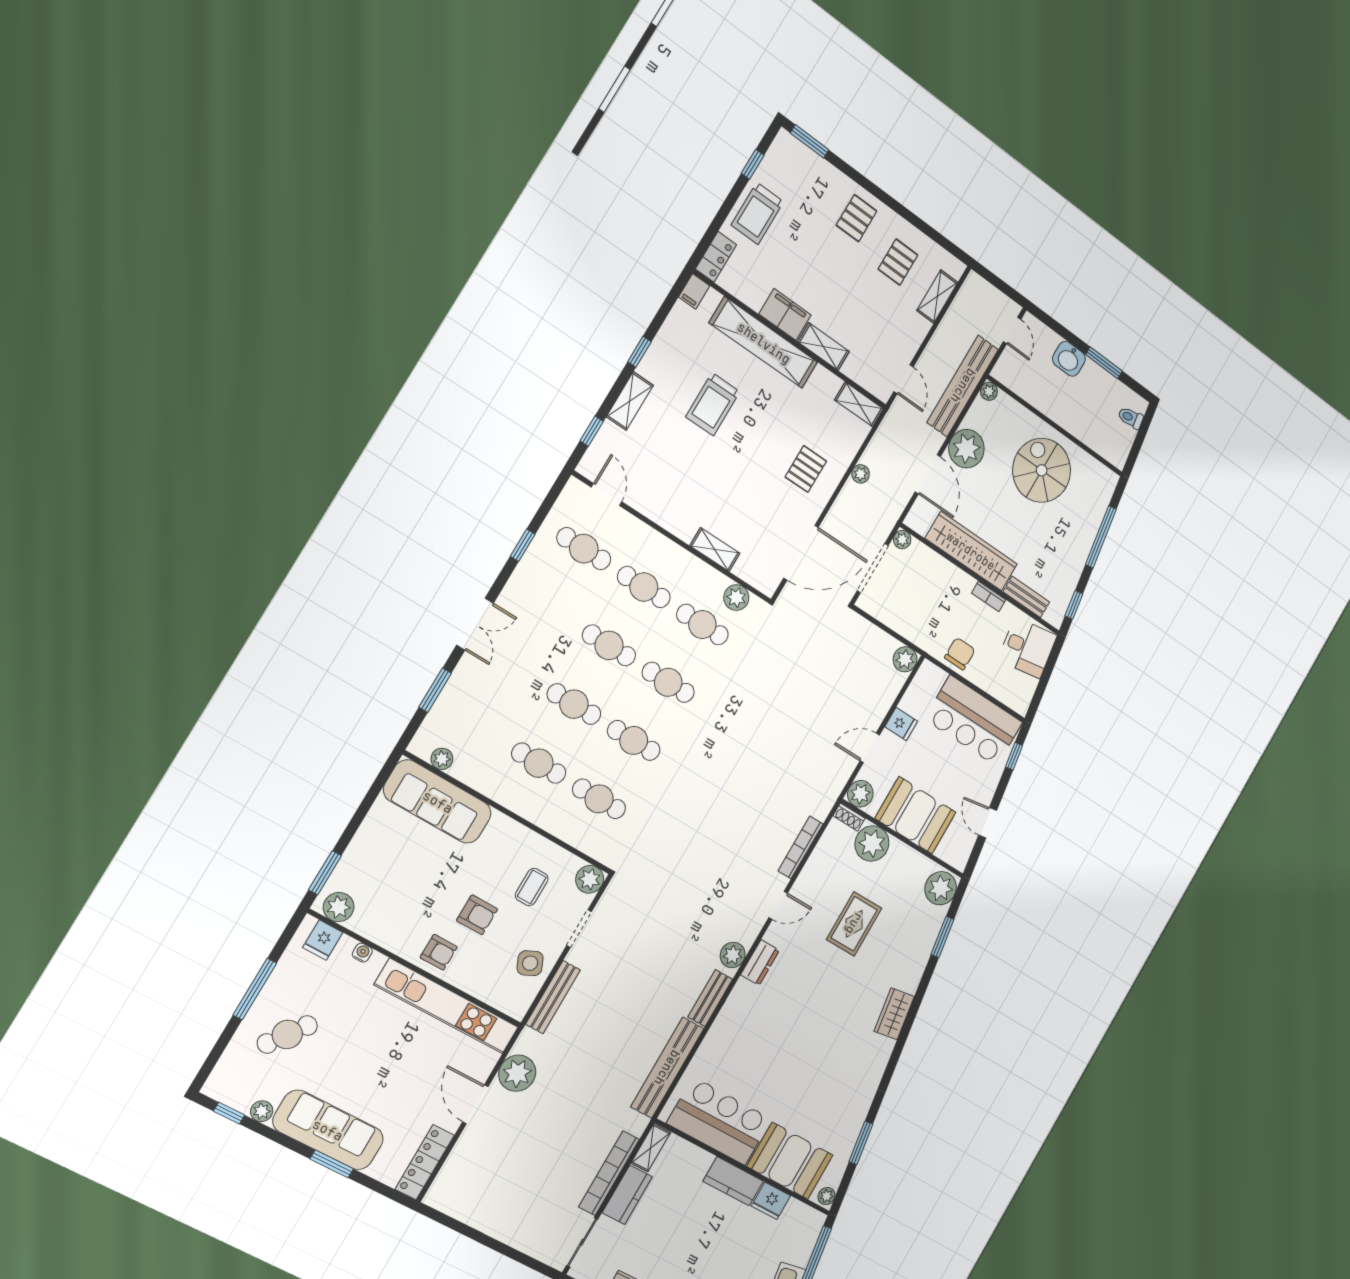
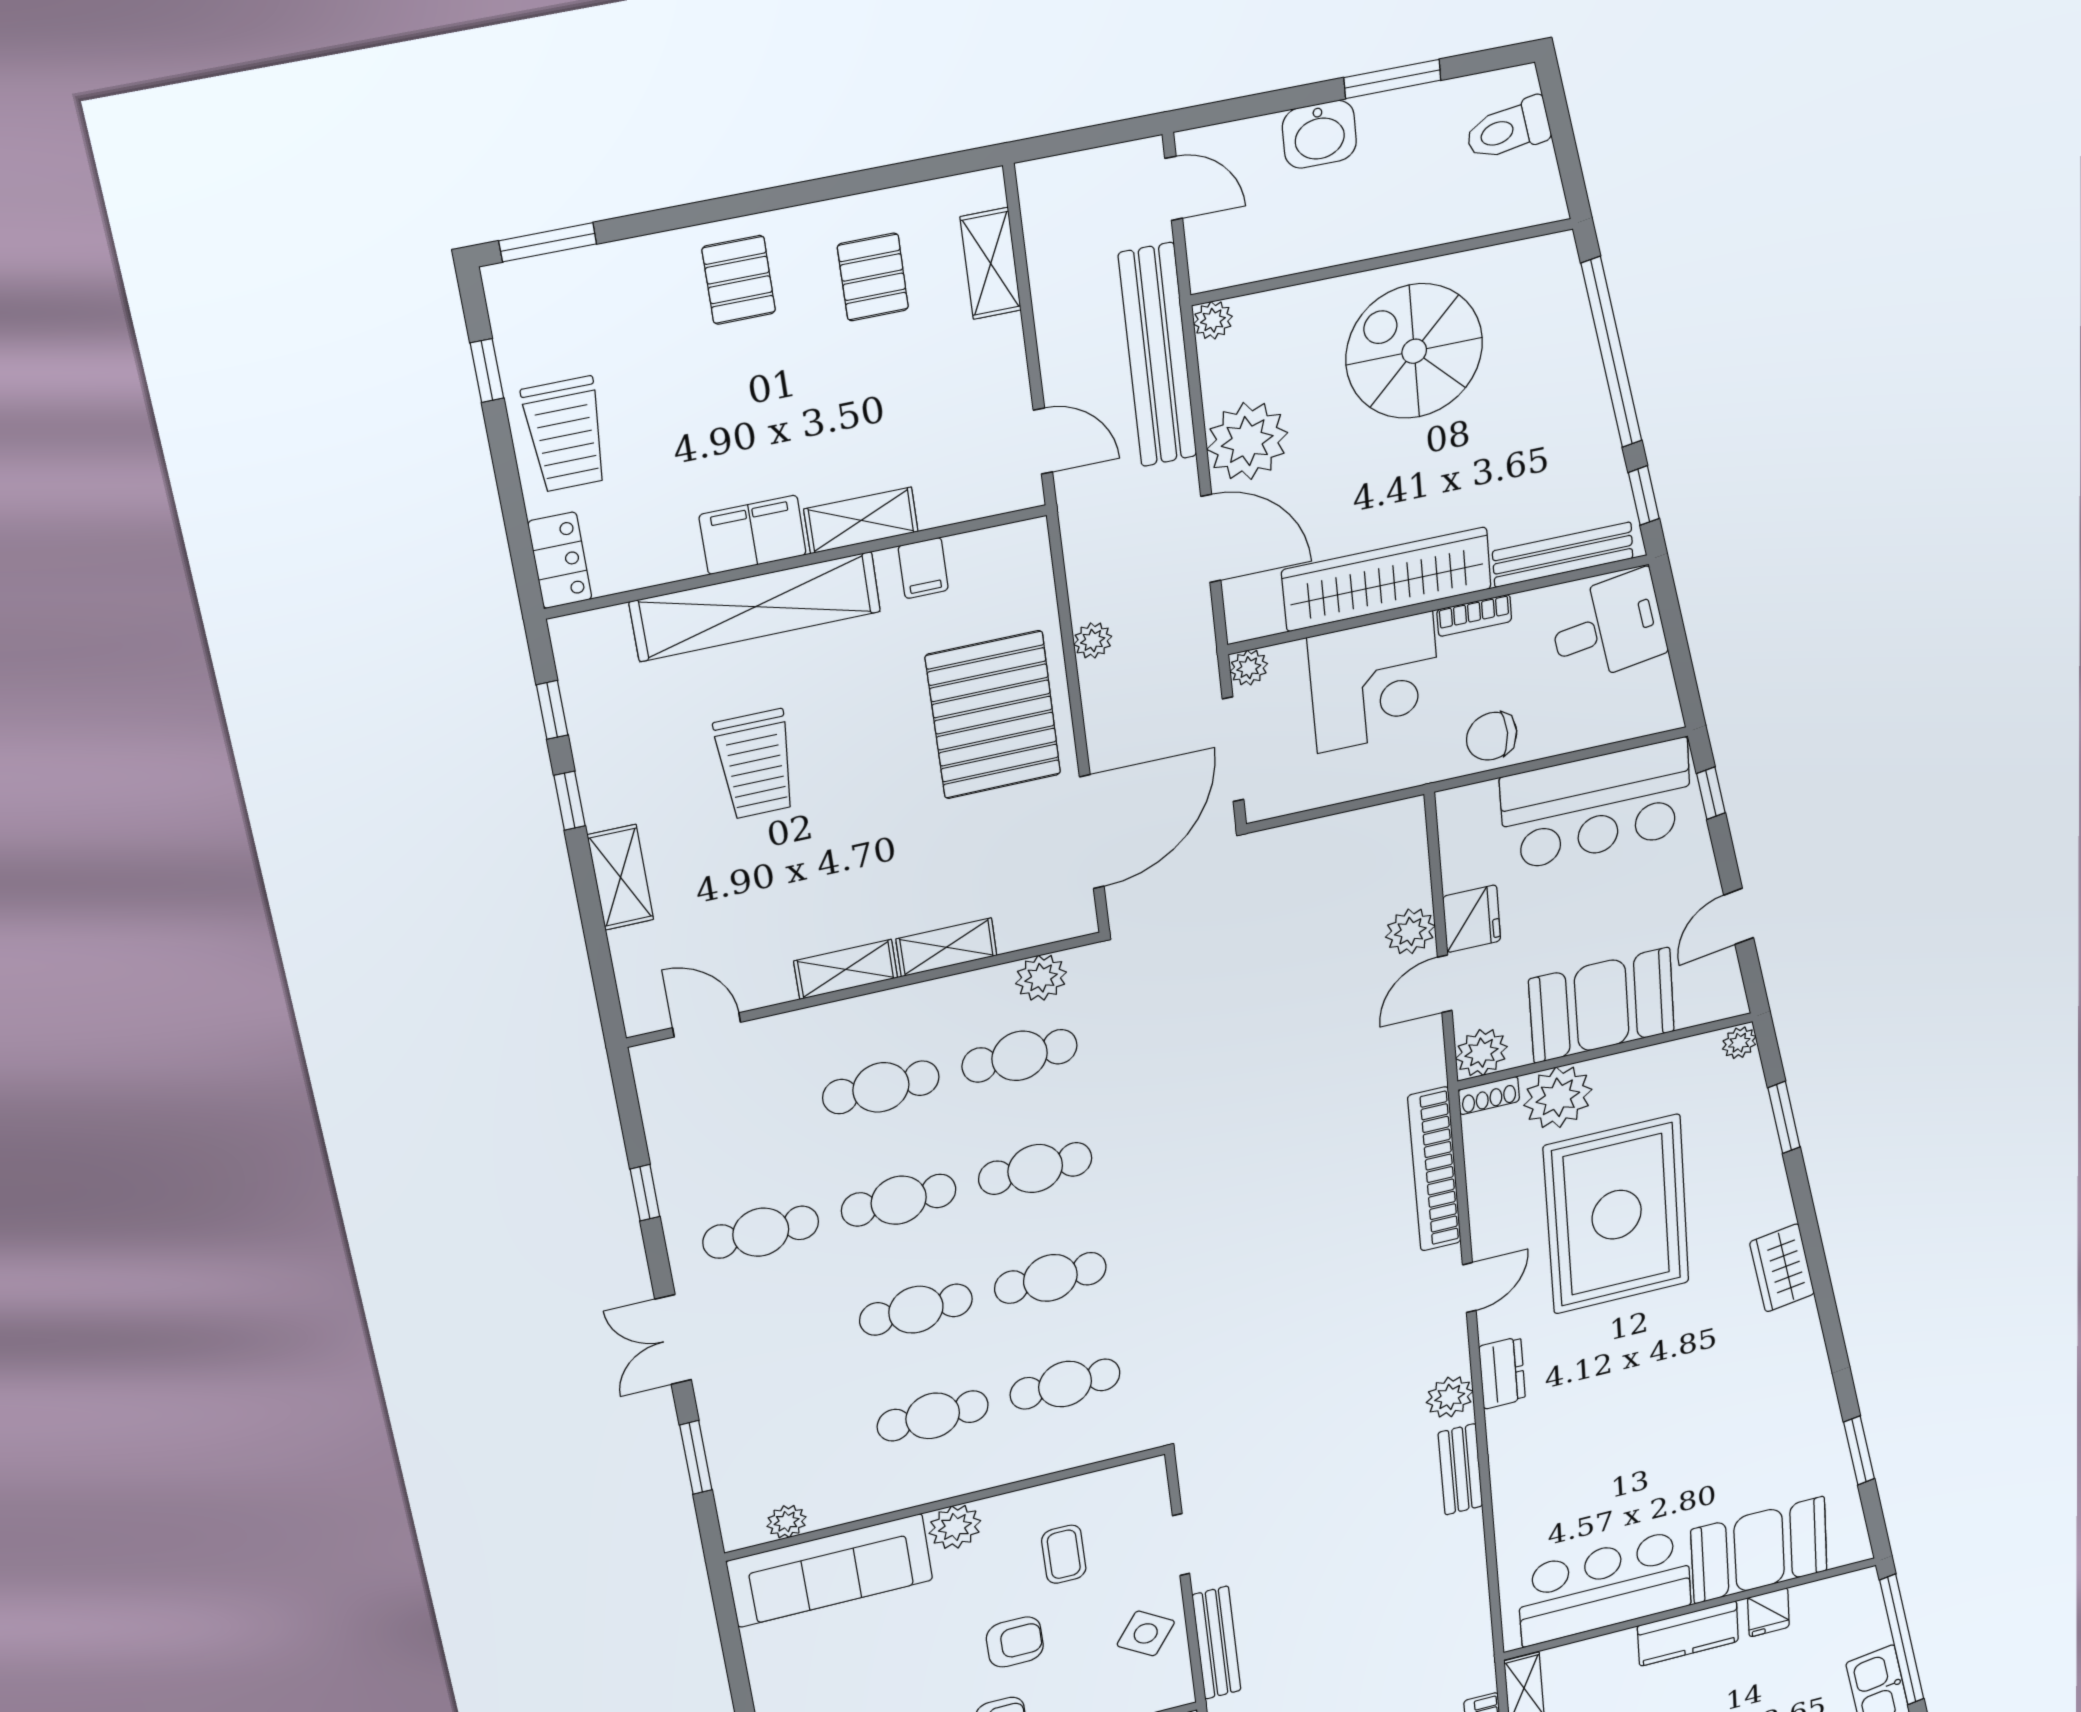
filing cabinet: (694, 291) -> (923, 568), moved
shelving: (859, 404) -> (846, 969), moved
toilet: (1131, 418) -> (1508, 129), width x1.37, depth x1.39
window: (592, 431) -> (552, 710), moved
pallet: (806, 469) -> (993, 715), width x2.05, depth x2.00
window: (1101, 537) -> (1612, 353), width x1.46
cafe table: (584, 549) -> (761, 1232), moved
corner desk: (938, 590) -> (1375, 682), added
bench: (1026, 597) -> (1563, 555), width x1.36
double door: (475, 624) -> (673, 1340), swing flipped
chair: (960, 654) -> (1492, 736), turned -90
plant: (905, 659) -> (1410, 931), moved
fridge: (901, 724) -> (1472, 919), width x1.38
door: (988, 823) -> (1739, 916), hinge flipped
bookcase: (800, 847) -> (1434, 1169), width x1.48, depth x1.31
plant: (590, 879) -> (955, 1527), moved
plant: (941, 888) -> (1739, 1043), width x0.53, depth x0.53
rug: (854, 924) -> (1617, 1215), width x1.86, depth x2.06
side table: (530, 963) -> (1146, 1633), turned -32
bench: (667, 1068) -> (1466, 1590), removed
plant: (827, 1196) -> (1855, 1546), removed
fridge: (771, 1201) -> (1768, 1612), width x0.72

